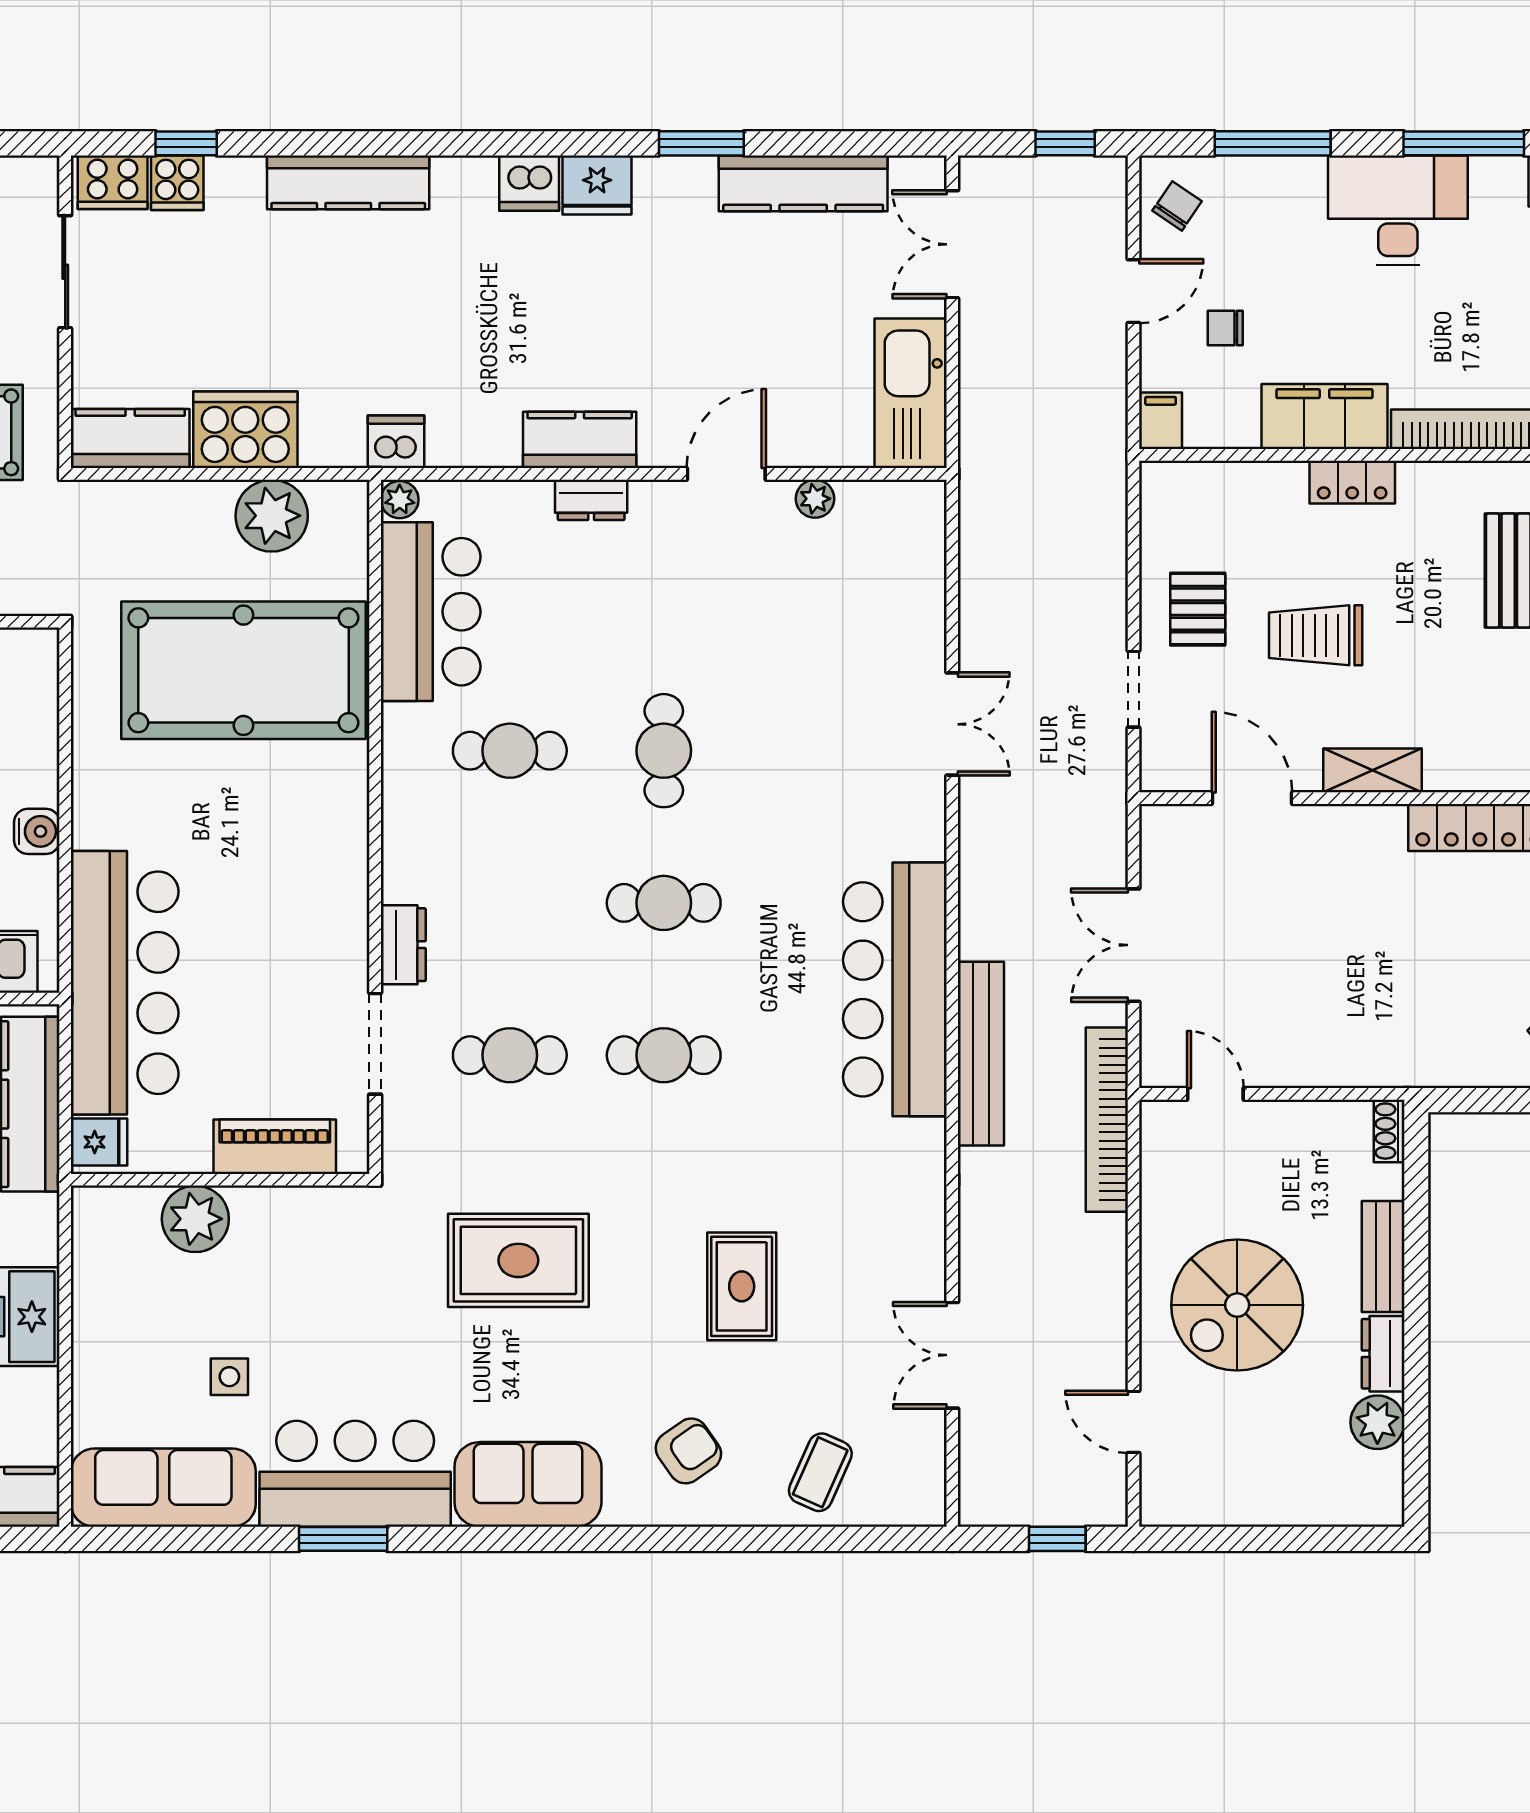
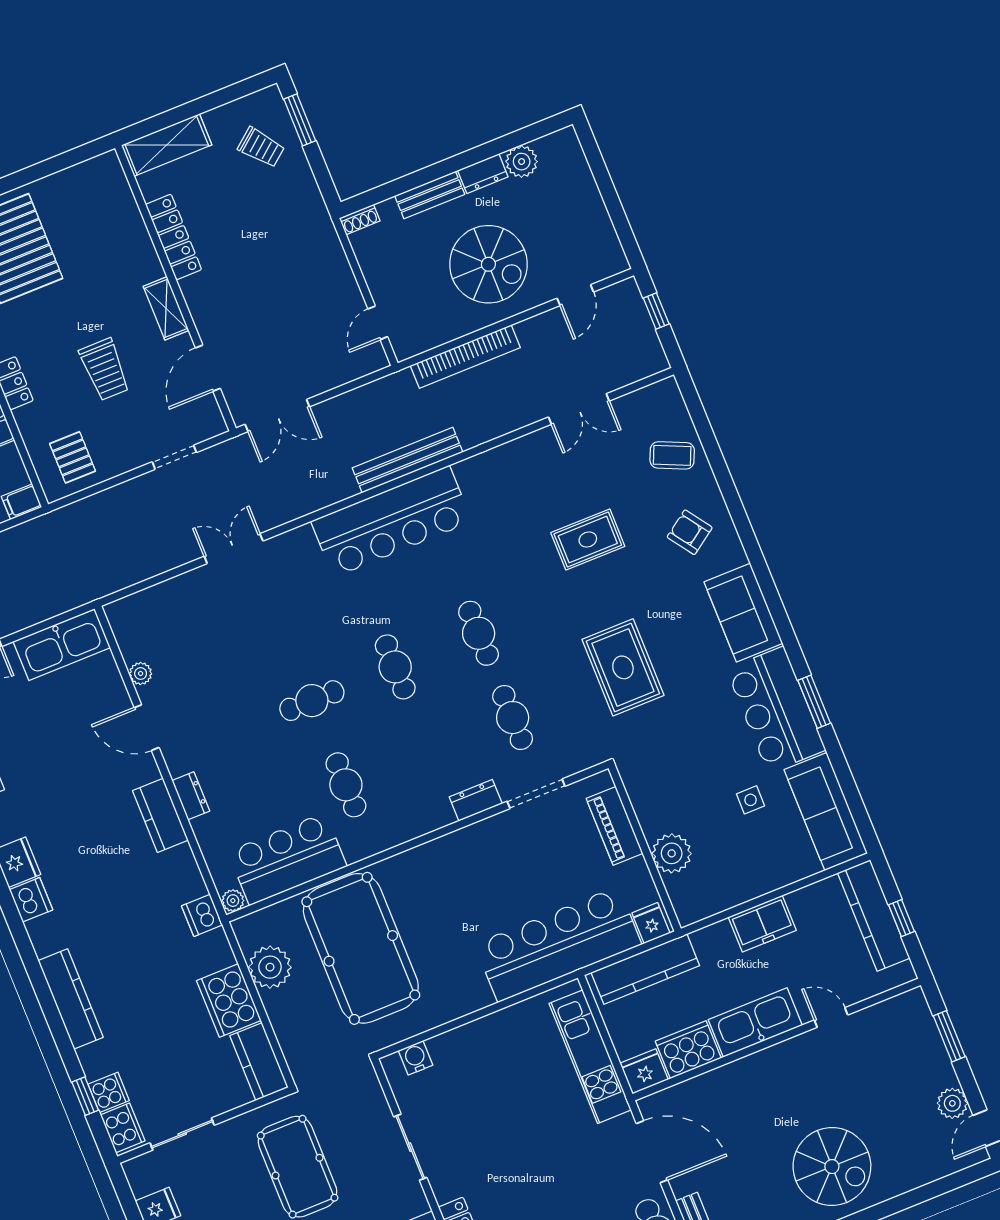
pallet: (1198, 609) -> (73, 457), moved, turned 90
water cooler: (37, 831) -> (416, 1058), moved
double door: (1133, 945) -> (277, 416), moved
bookcase: (1107, 1120) -> (465, 357), moved

